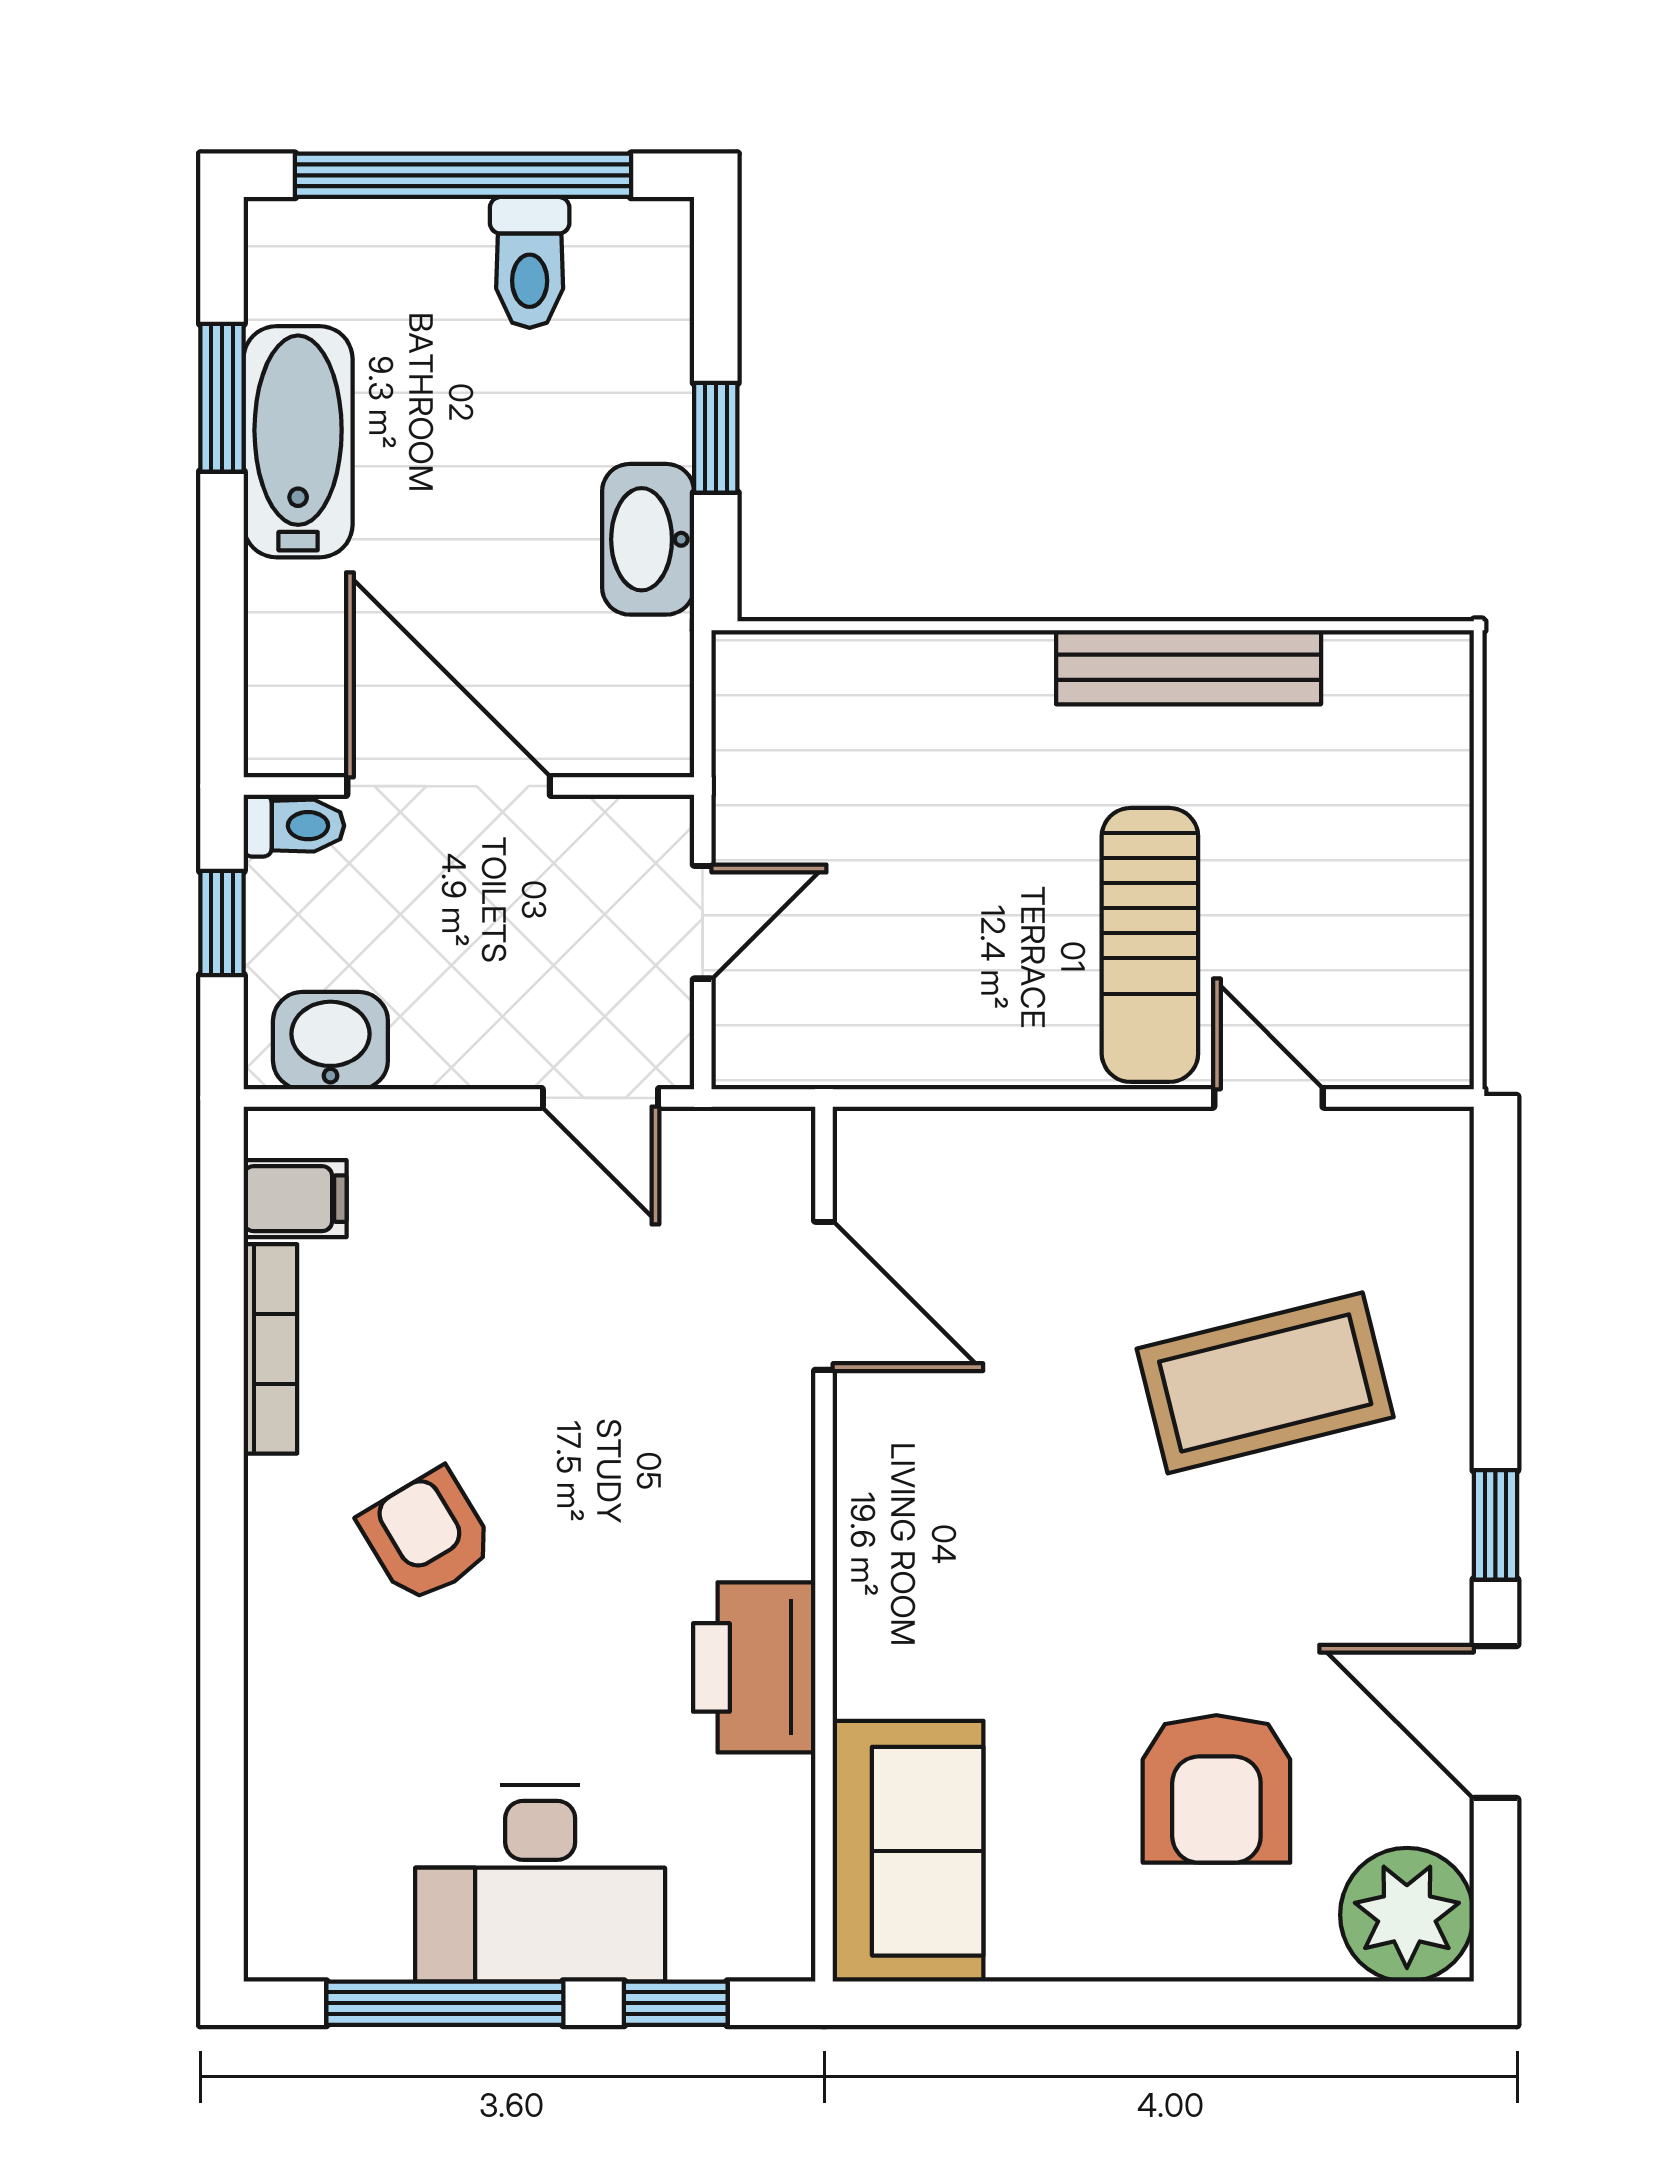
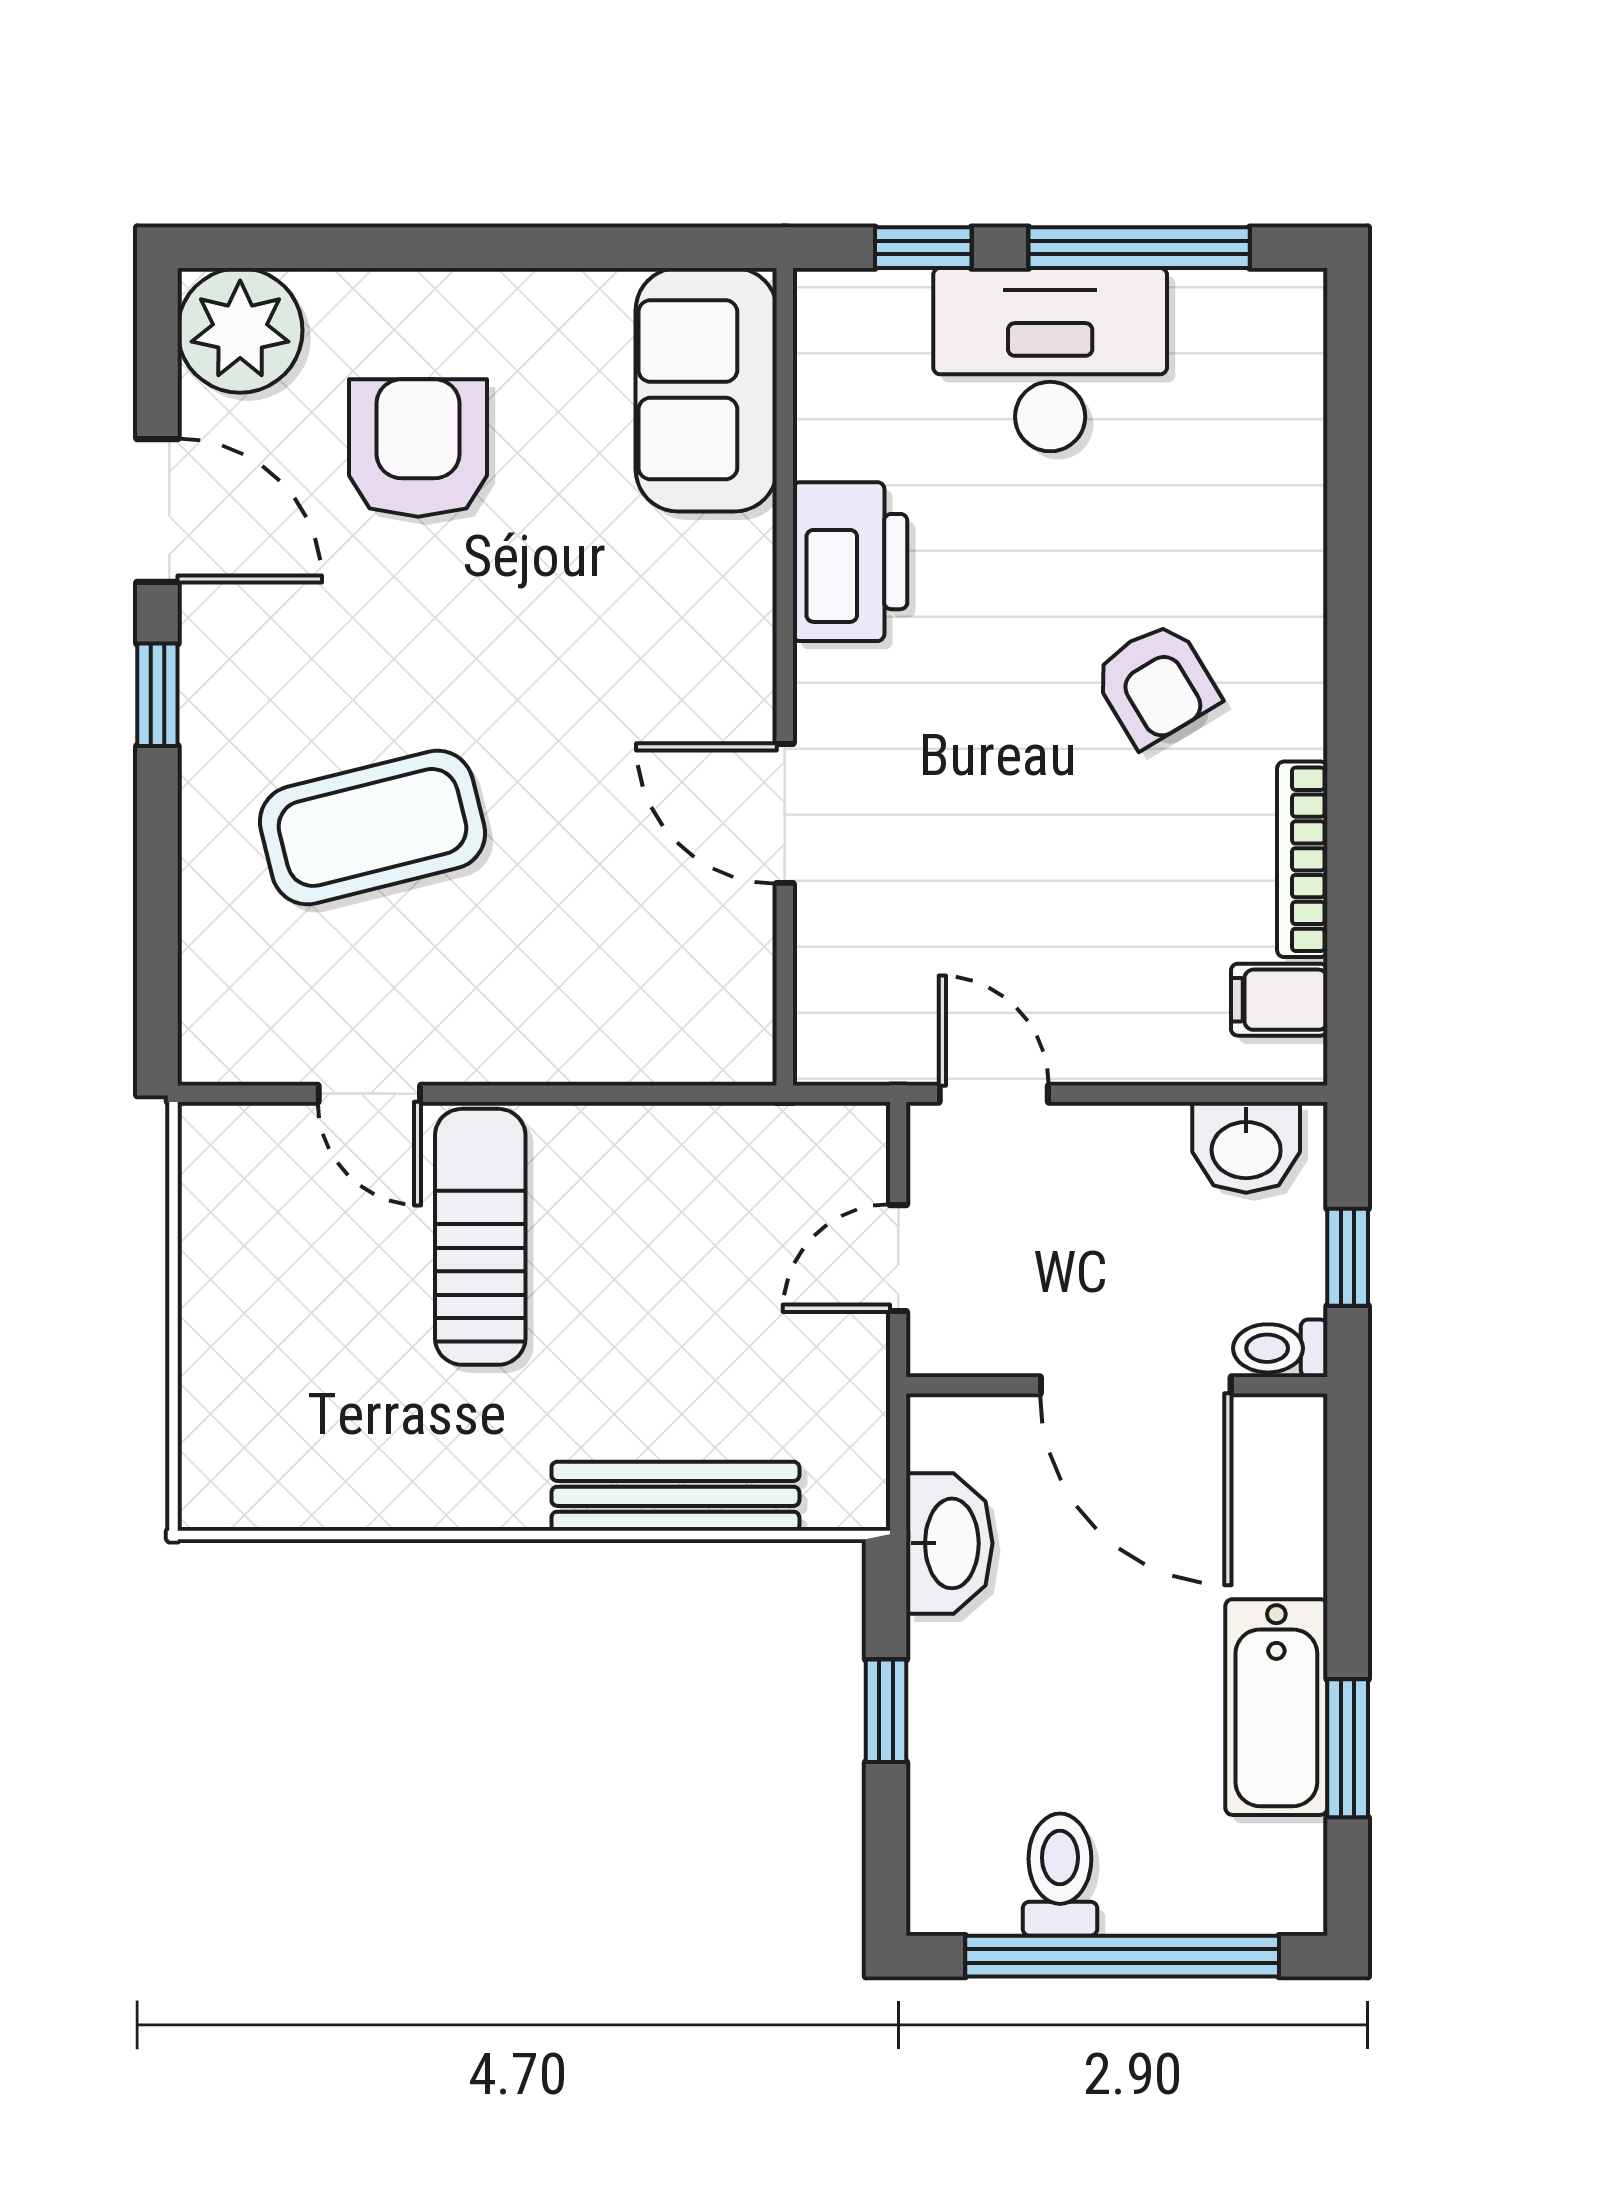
washbasin: (648, 539) -> (949, 1543), moved
bench: (1189, 667) -> (675, 1496), moved
door: (824, 1296) -> (785, 814), moved

